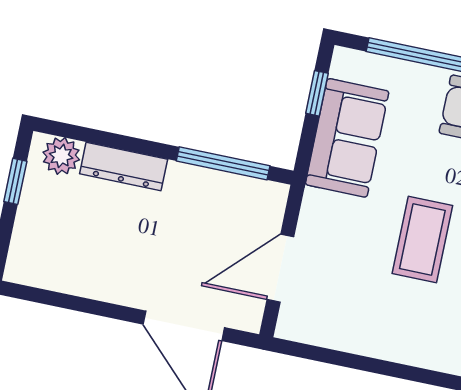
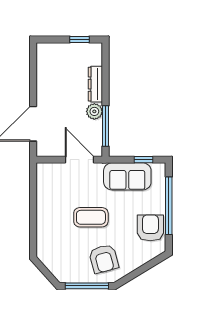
plant: (61, 156) -> (94, 111), moved
door: (280, 268) -> (80, 160), moved

